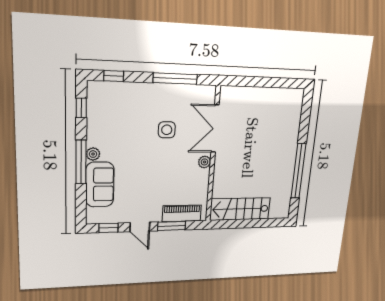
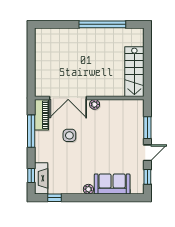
fireplace: (109, 90) -> (41, 178), added
window: (81, 162) -> (95, 198), removed
piano: (182, 213) -> (42, 115), moved, turned 180

